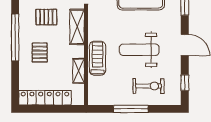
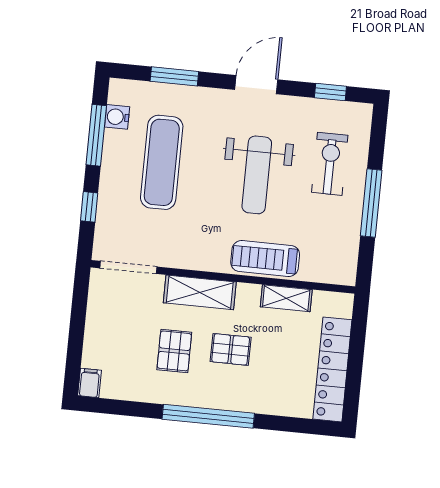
pallet: (40, 53) -> (231, 349), moved

